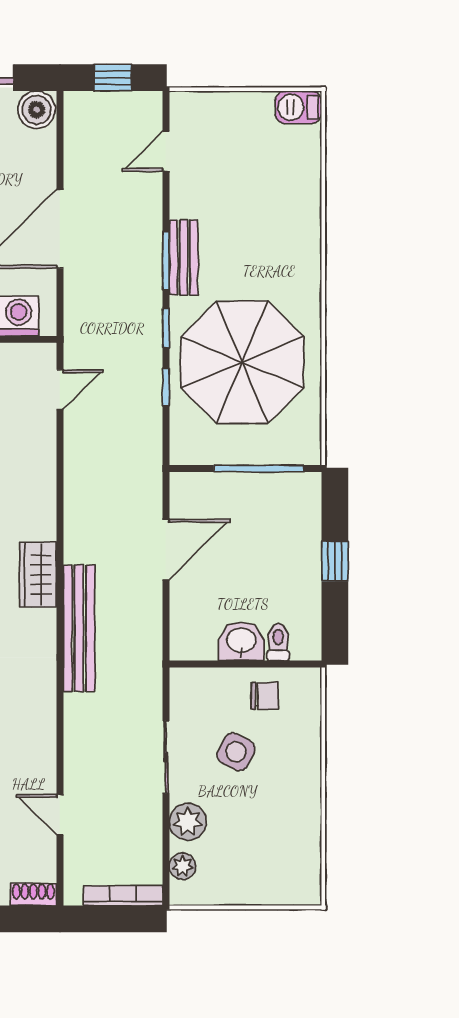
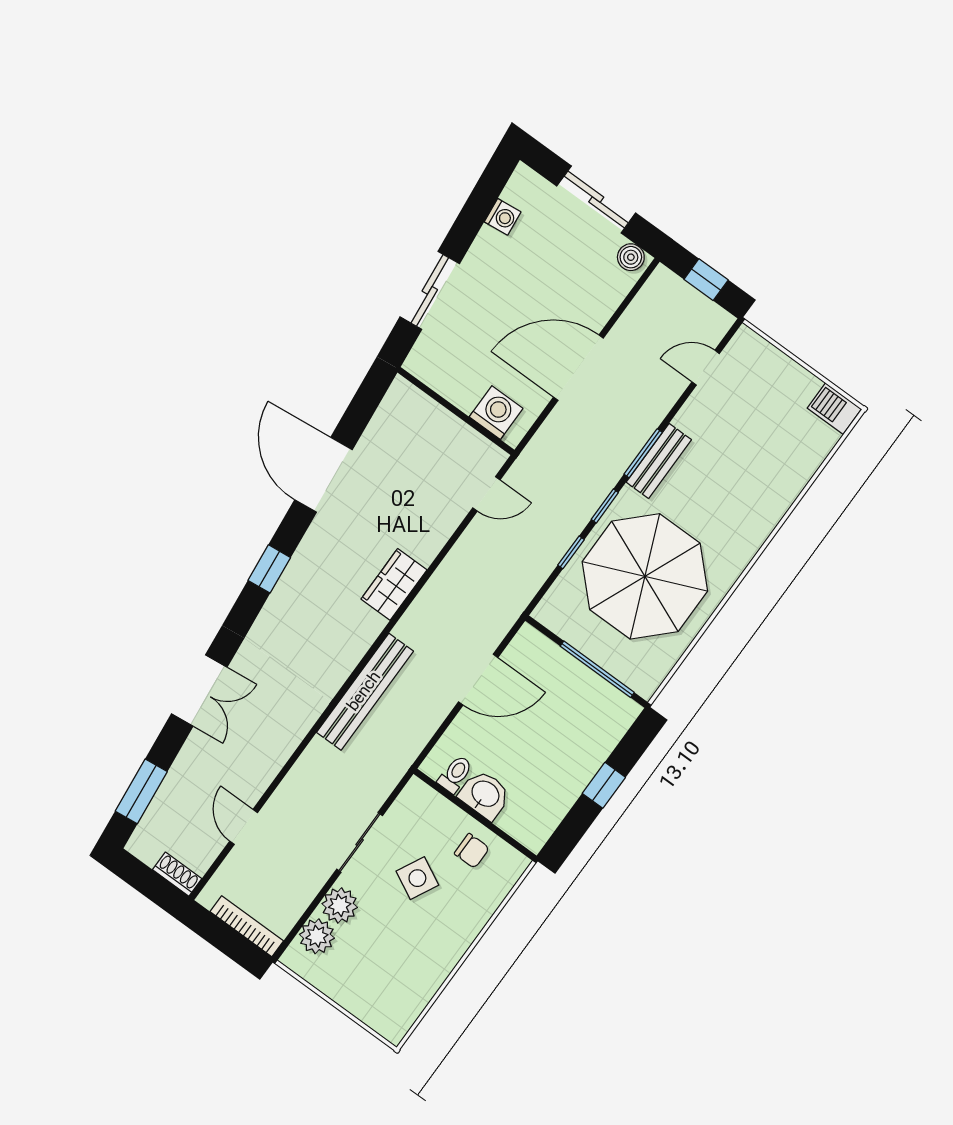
boiler: (37, 110) -> (631, 257), width x0.73, depth x0.73
wardrobe: (38, 575) -> (394, 584), moved
toilet: (278, 642) -> (455, 774), moved
plant: (183, 866) -> (317, 936), width x1.38, depth x1.38

